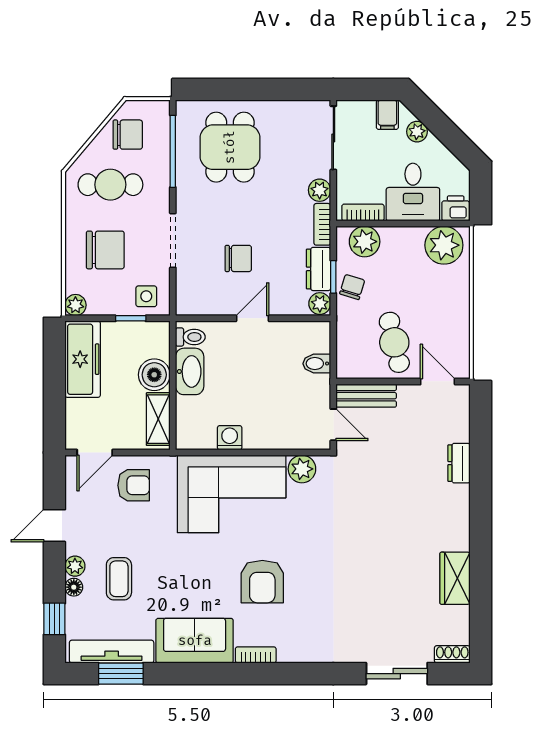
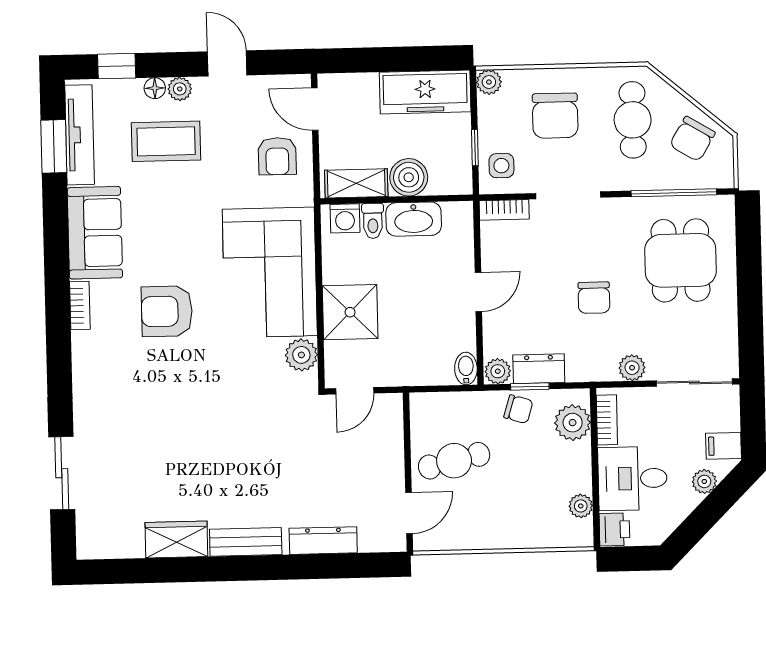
chair: (128, 135) -> (692, 139), turned 31
dining table: (230, 147) -> (680, 260), turned 90
bookcase: (322, 224) -> (504, 210), moved, turned 180
plant: (444, 245) -> (581, 506), width x0.53, depth x0.53
chair: (238, 258) -> (594, 298), moved
door: (253, 318) -> (478, 292), hinge flipped
toilet: (190, 337) -> (373, 221), moved
bidet: (317, 364) -> (466, 369), moved
bench: (366, 396) -> (246, 542), moved, turned 90
shower: (267, 427) -> (350, 312), added
washing machine: (230, 438) -> (345, 218), moved, turned 90
dresser: (459, 463) -> (323, 541), width x1.44
coffee table: (119, 579) -> (166, 141), width x1.36, depth x1.30
shoe rack: (452, 654) -> (86, 538), removed

